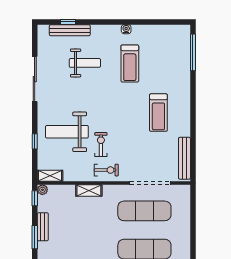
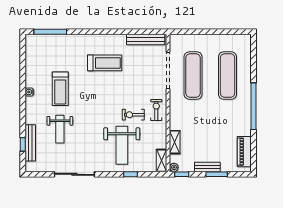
weight bench: (85, 63) -> (60, 129), turned 180
treadmill: (130, 63) -> (60, 89), turned 90
shelving: (89, 191) -> (175, 142), moved

